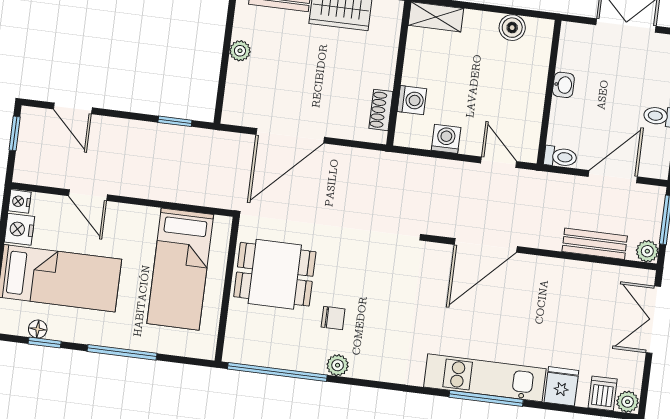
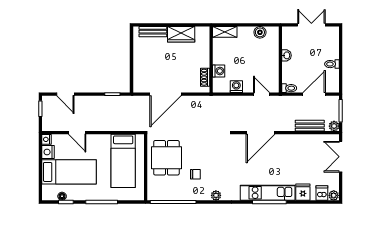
plant: (240, 51) -> (138, 58), removed
dining table: (275, 274) -> (166, 158), turned 90
plant: (338, 365) -> (216, 195), moved

